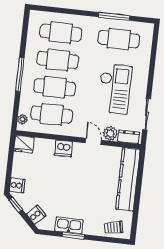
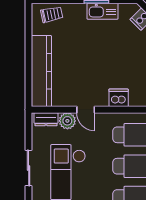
sliding door: (147, 114) -> (29, 168), moved

